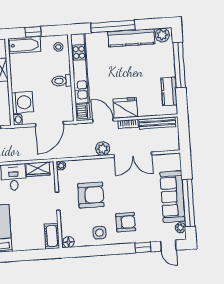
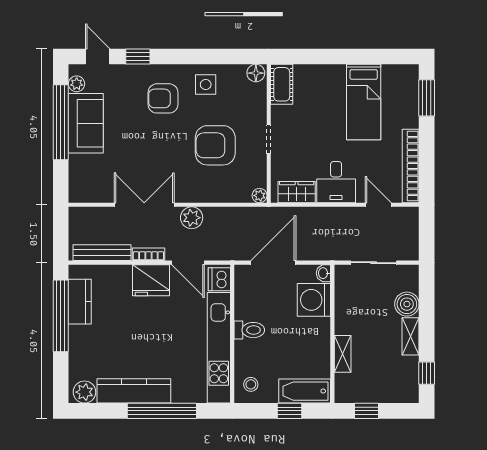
window: (179, 65) -> (61, 316), moved
sofa: (172, 197) -> (86, 123), width x0.73

